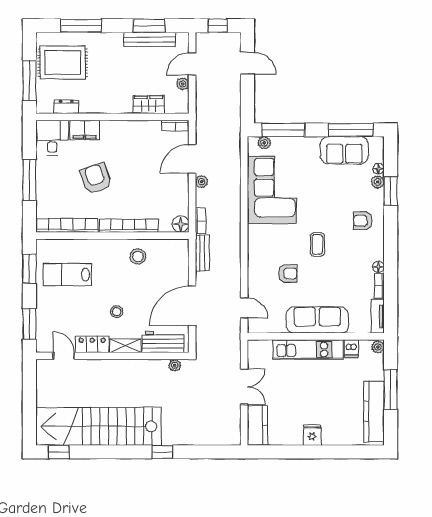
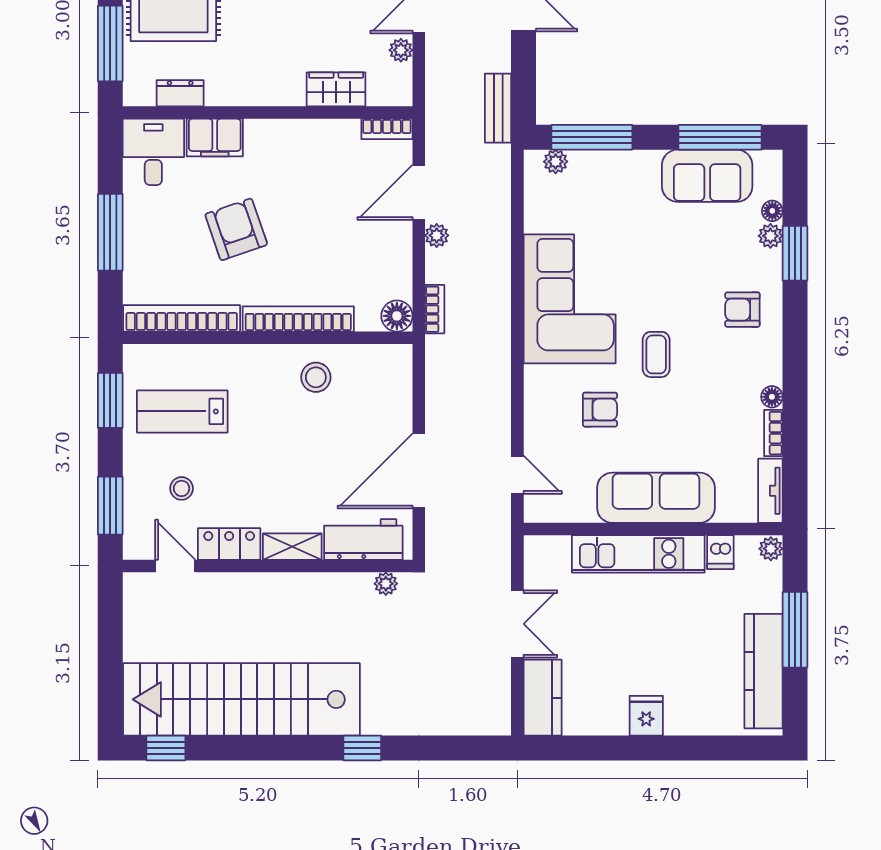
corner sofa: (272, 190) -> (570, 299), moved
bench: (202, 253) -> (498, 108), moved
stool: (117, 312) -> (182, 488), moved

